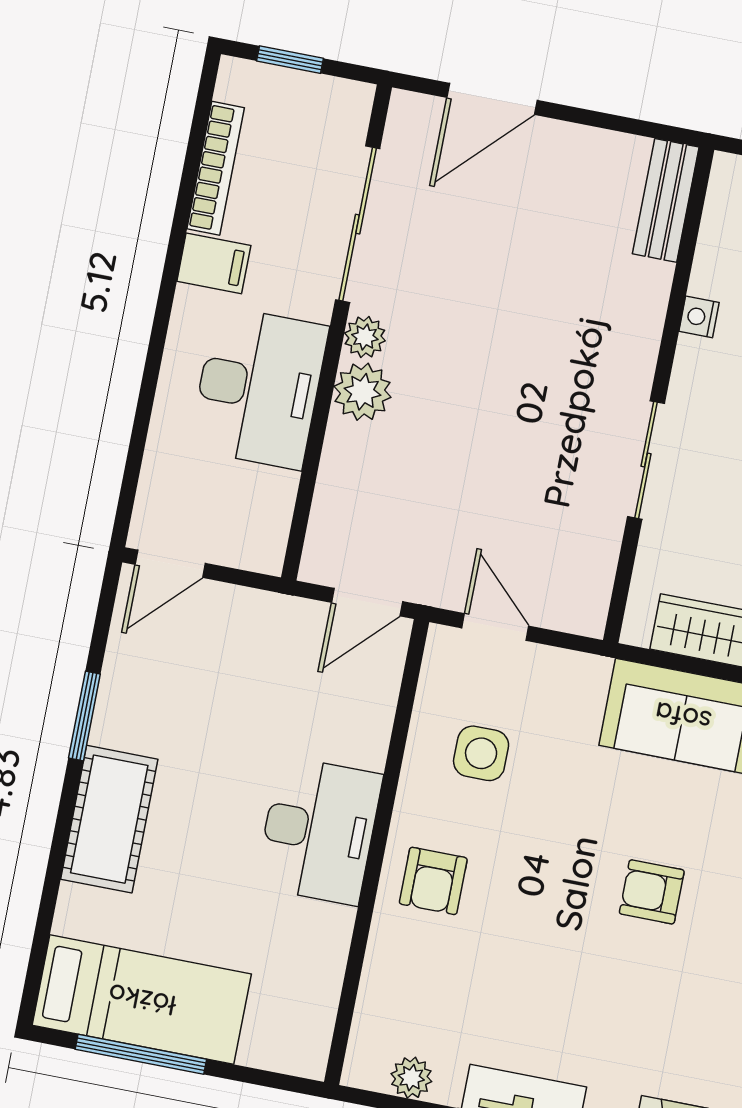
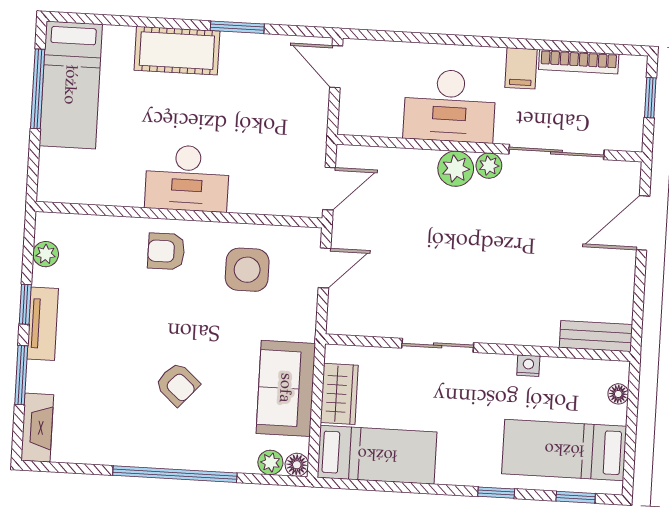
door: (492, 99) -> (643, 223), hinge flipped
door: (367, 602) -> (329, 189), swing flipped
side table: (481, 753) -> (247, 270), width x1.37, depth x1.37
armchair: (652, 892) -> (177, 384), turned 132

